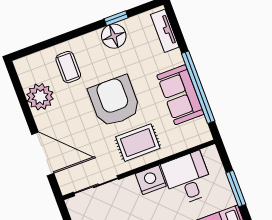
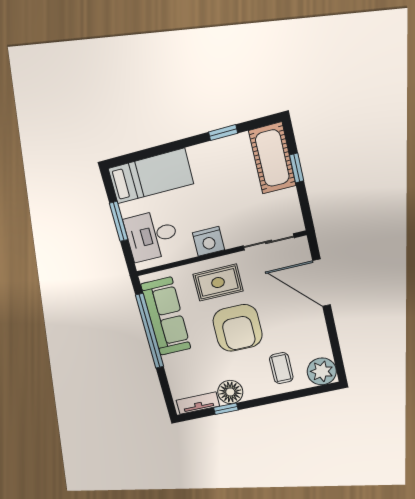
tv unit: (165, 31) -> (198, 403), moved, turned -90
sofa: (180, 95) -> (166, 316), width x1.36
plant: (40, 97) -> (322, 371), moved
desk: (188, 178) -> (152, 236), moved, turned 90

